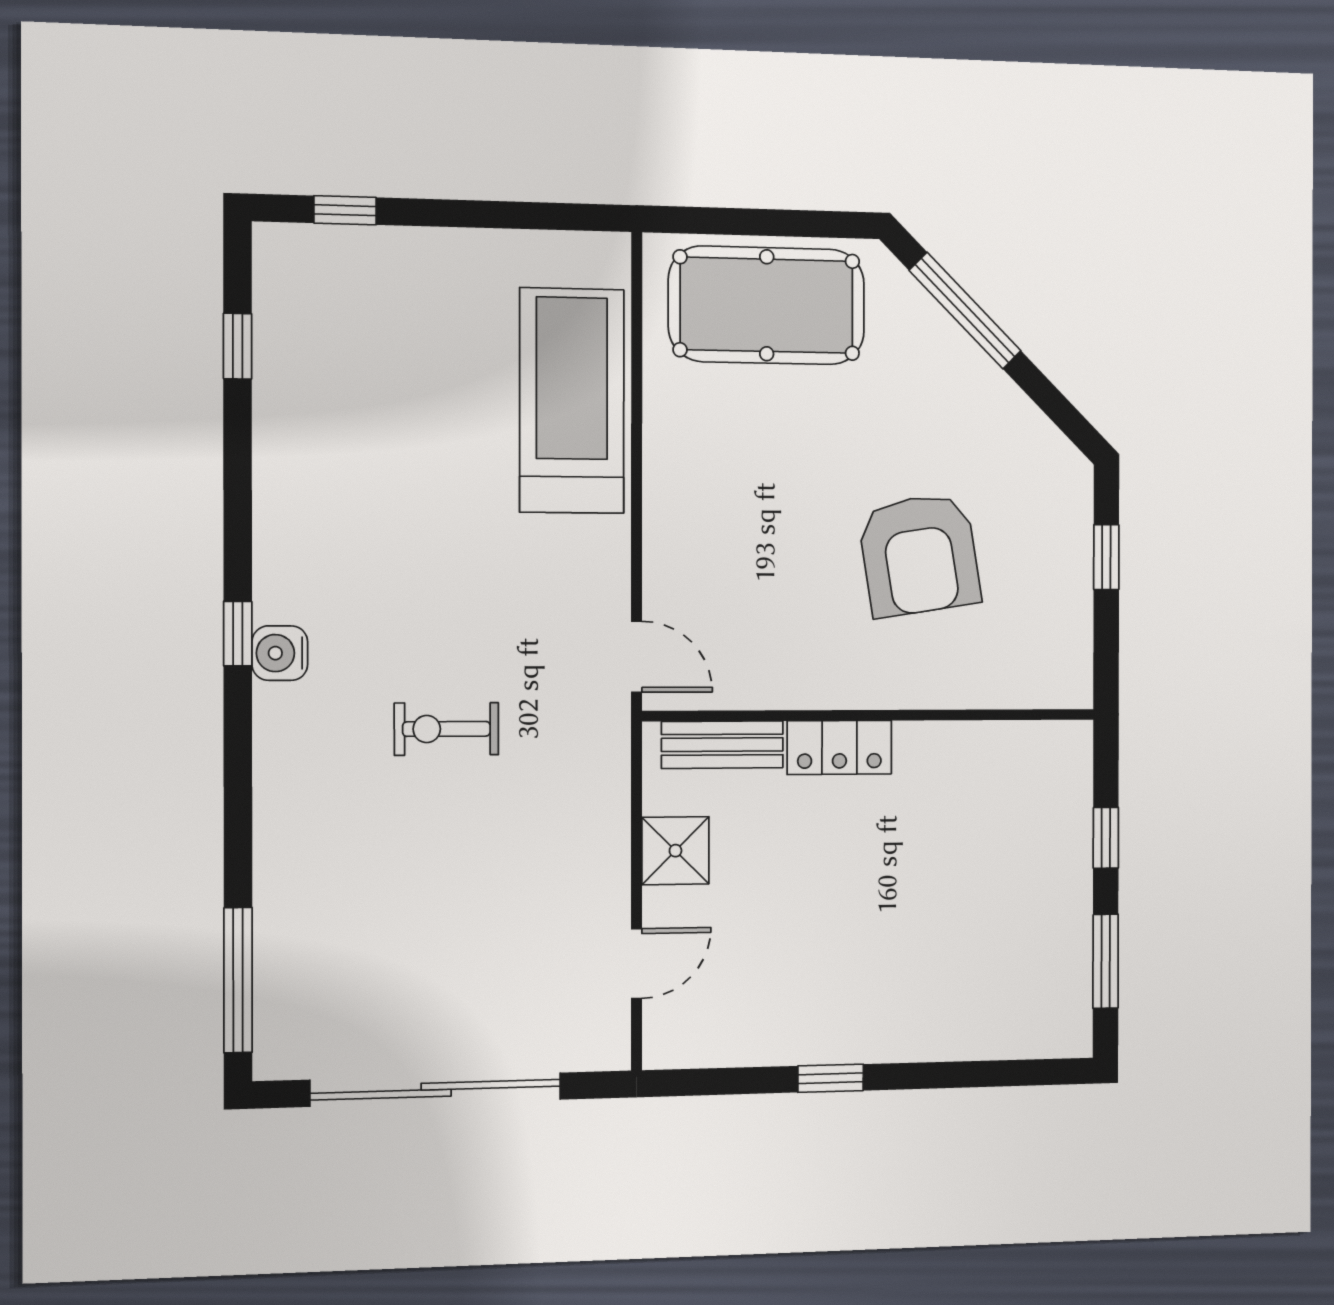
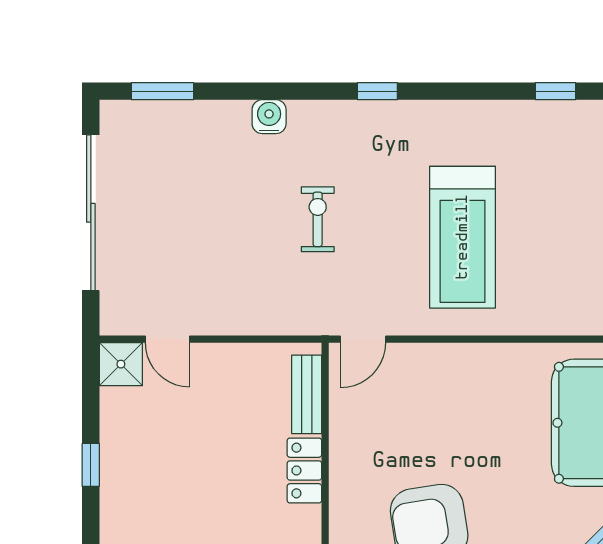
treadmill: (572, 401) -> (463, 237), moved, turned 90
water cooler: (280, 653) -> (269, 117), moved
shower: (675, 851) -> (121, 364), moved
window: (238, 980) -> (162, 91), width x0.69

